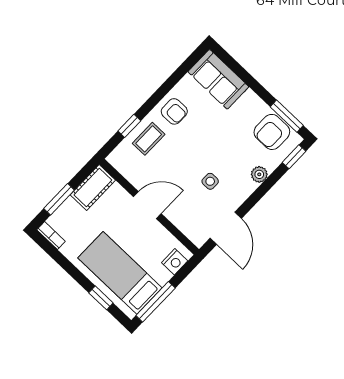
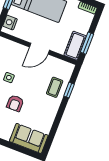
armchair: (174, 111) -> (15, 103), moved, turned -90
window: (59, 199) -> (87, 43), moved

